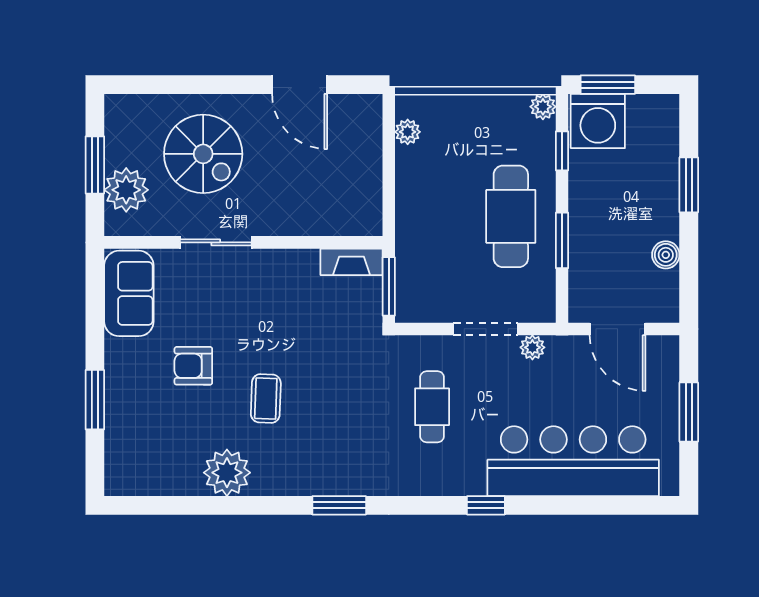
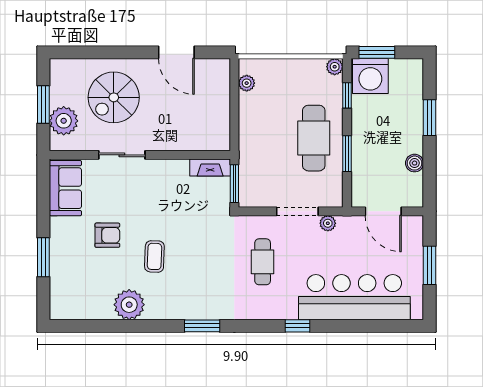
spiral stairs: (203, 154) -> (114, 97), turned 90
armchair: (193, 366) -> (107, 235), turned 180

